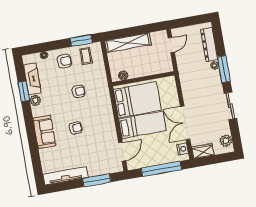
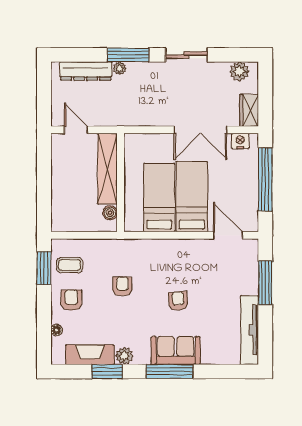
shelving: (128, 43) -> (107, 169), moved
bed: (137, 100) -> (159, 198), width x0.67
window: (31, 130) -> (170, 371), added

